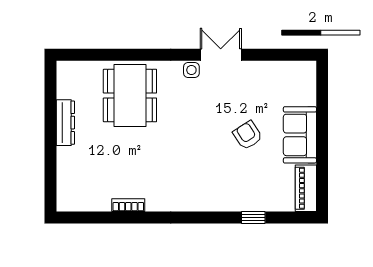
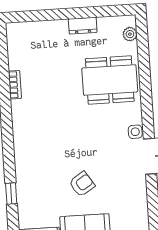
plant: (79, 69) -> (130, 34), added
dresser: (65, 123) -> (83, 26), width x0.70

